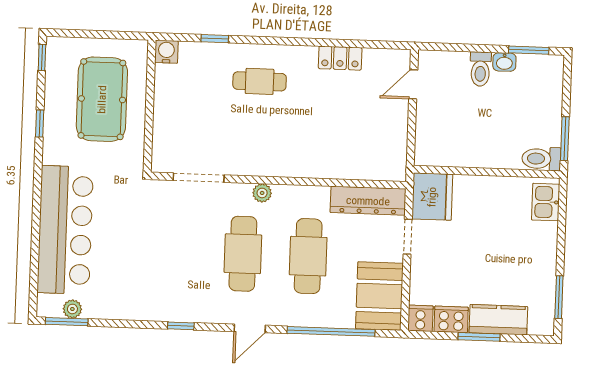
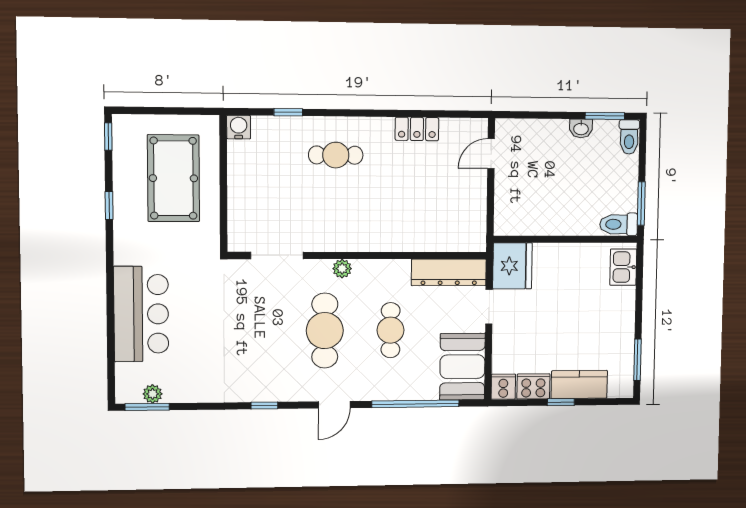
toilet: (480, 69) -> (629, 137), moved
bar counter: (65, 230) -> (141, 314), width x0.73
cafe table: (308, 256) -> (391, 330), width x0.73, depth x0.74
window: (479, 337) -> (561, 402), width x0.67

